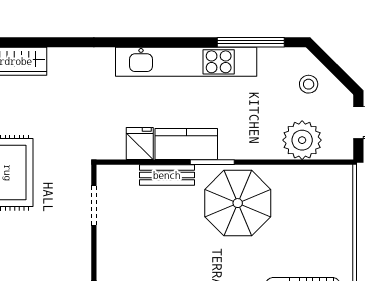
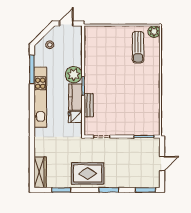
plant: (302, 140) -> (74, 75), moved
parasol: (238, 203) -> (101, 75), removed

